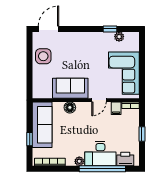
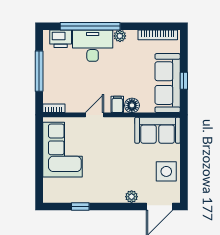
plant: (119, 37) -> (132, 197), moved
sofa: (70, 88) -> (158, 130), moved
filing cabinet: (116, 108) -> (117, 104), moved
window: (142, 134) -> (39, 71), width x2.17
window: (30, 139) -> (184, 81), moved

